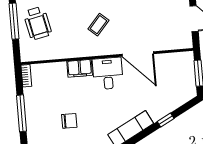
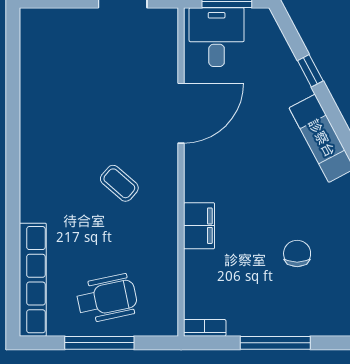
desk: (108, 73) -> (217, 37), moved, turned 90

